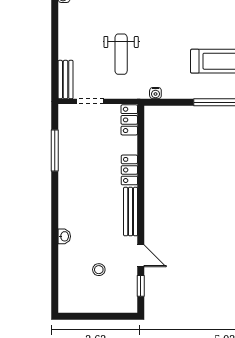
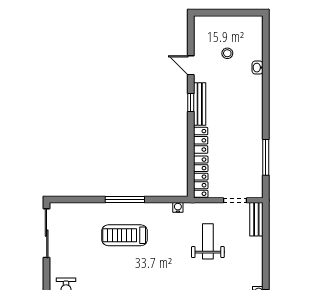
locker: (129, 120) -> (201, 177), width x1.53
washbasin: (64, 236) -> (258, 68), moved
window: (141, 286) -> (191, 102), moved

